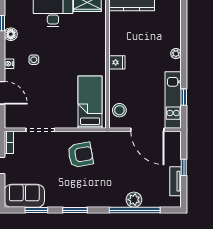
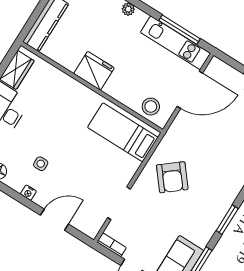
fridge: (117, 62) -> (94, 71), width x1.88, depth x1.34
window: (184, 97) -> (179, 30), width x2.17
armchair: (80, 155) -> (172, 177), turned 151

